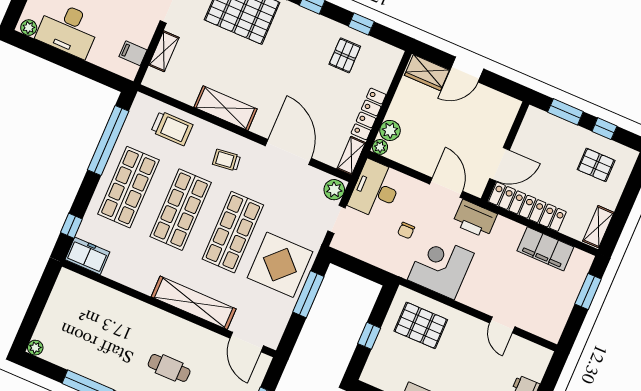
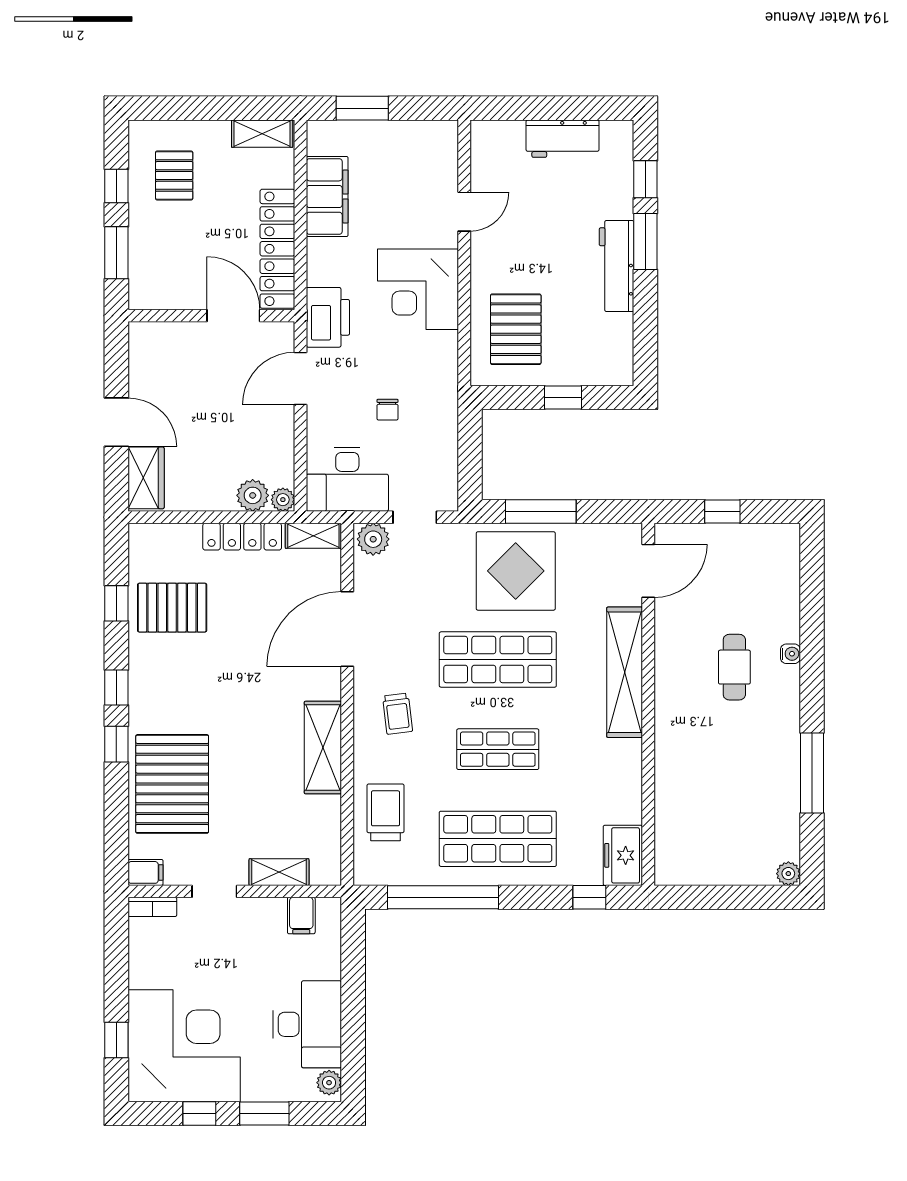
pallet: (345, 55) -> (172, 608), width x1.50, depth x1.42
shop shelf: (181, 210) -> (498, 749), width x0.70, depth x0.74
chair: (406, 230) -> (387, 410), turned 90
corner desk: (441, 266) -> (418, 289), moved

